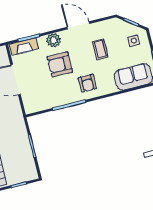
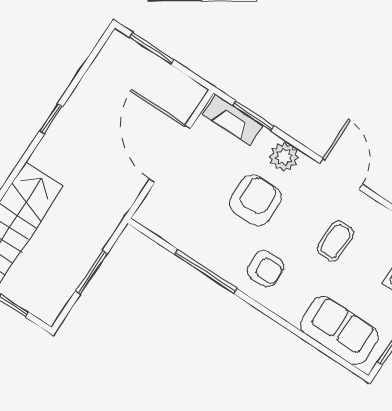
armchair: (60, 64) -> (255, 200), turned 90
armchair: (87, 83) -> (265, 269), turned -90

